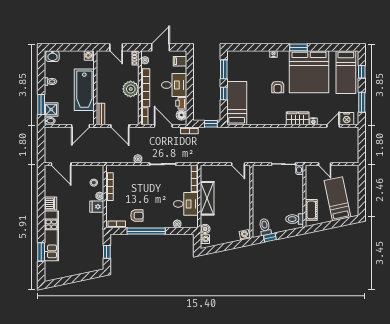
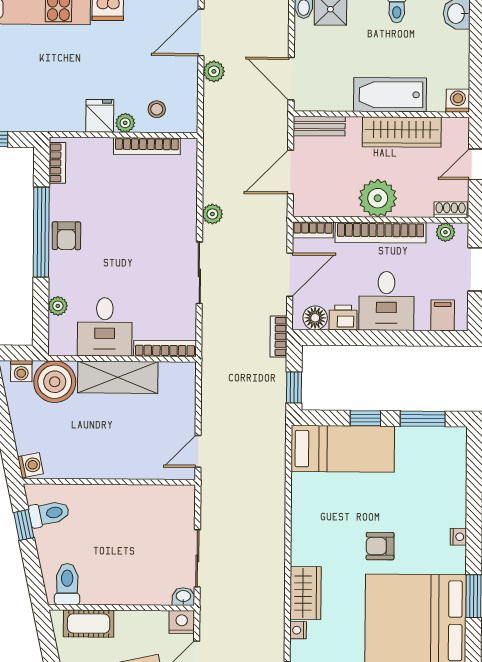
wardrobe: (103, 79) -> (402, 132), added
bathtub: (84, 90) -> (390, 95), width x0.73, depth x0.73
plant: (78, 159) -> (214, 71), added
nightstand: (310, 171) -> (182, 622), added
armchair: (137, 216) -> (66, 236), moved
boiler: (205, 229) -> (55, 382), width x1.86, depth x1.86

